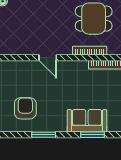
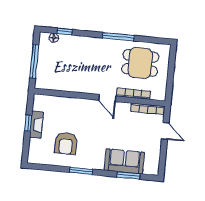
door: (48, 58) -> (107, 98), moved
armchair: (25, 108) -> (66, 143), turned 180

